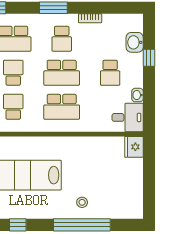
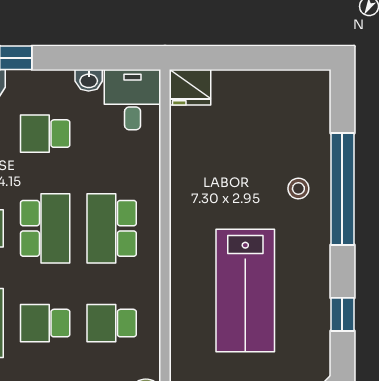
school desk: (110, 73) -> (45, 134), turned 180
school desk: (62, 107) -> (112, 228), turned 180

